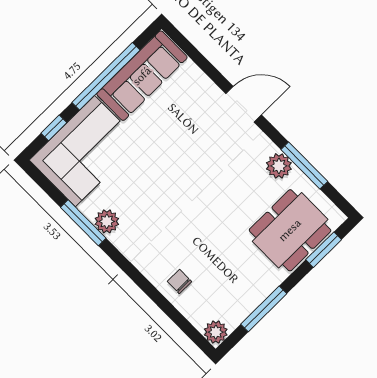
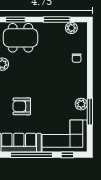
armchair: (190, 133) -> (22, 106), added
plant: (216, 332) -> (71, 28), moved

